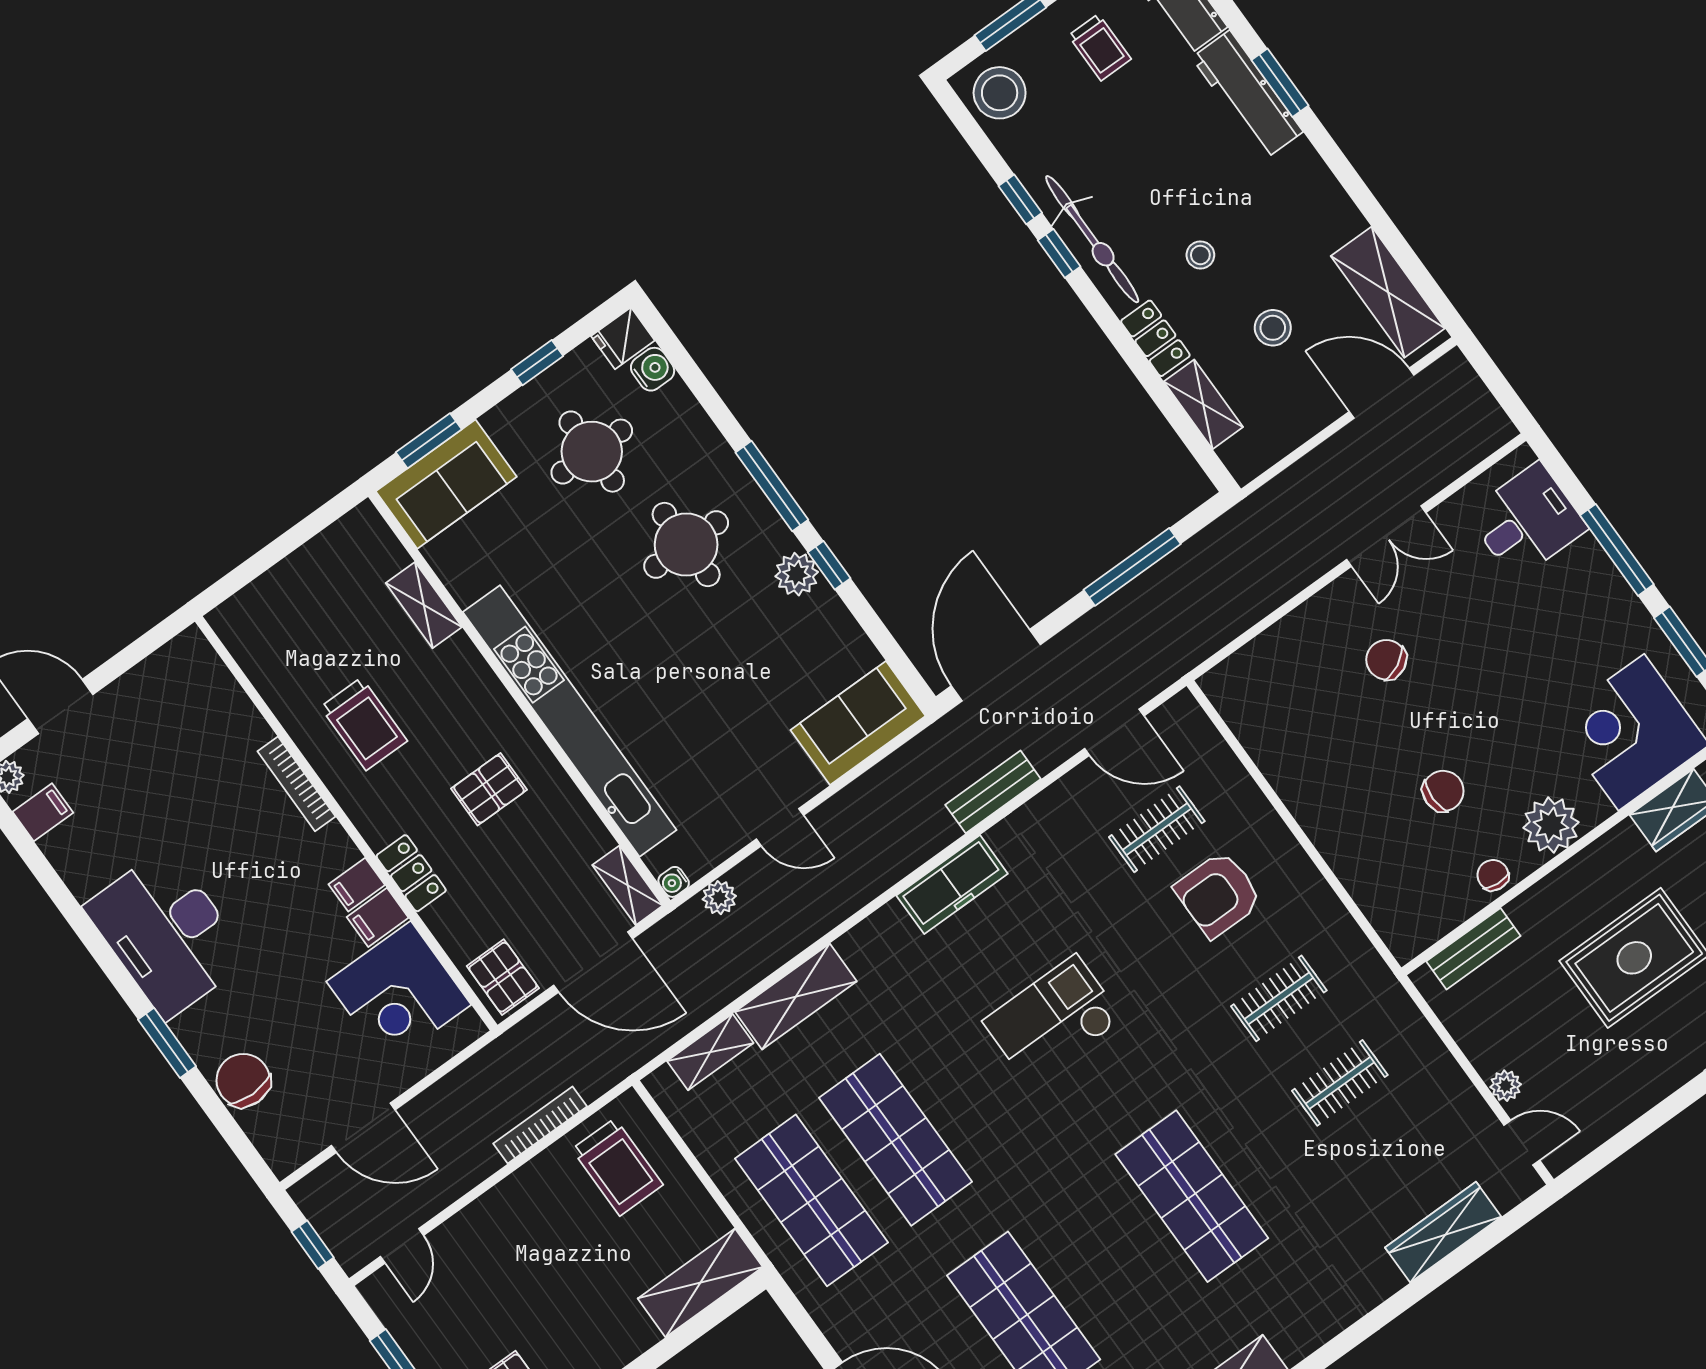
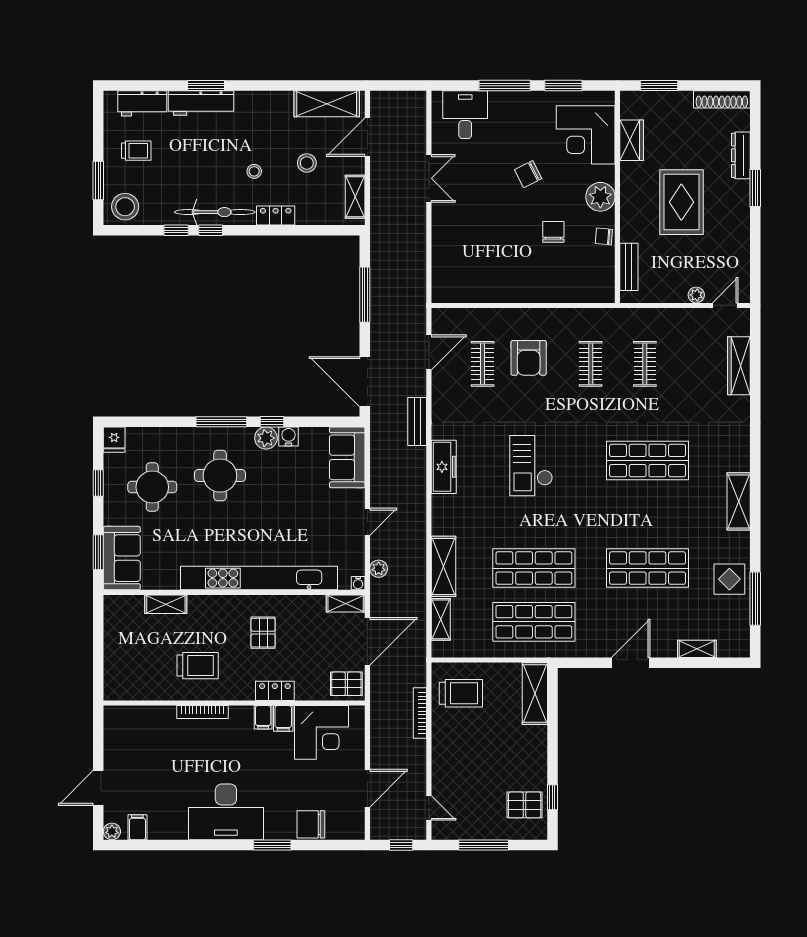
water cooler: (653, 369) -> (288, 436), moved
shelving: (1203, 404) -> (355, 197), moved, turned 90
chair: (1386, 660) -> (528, 174), moved

